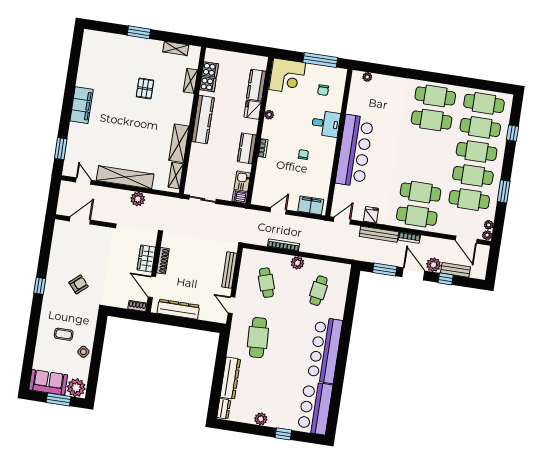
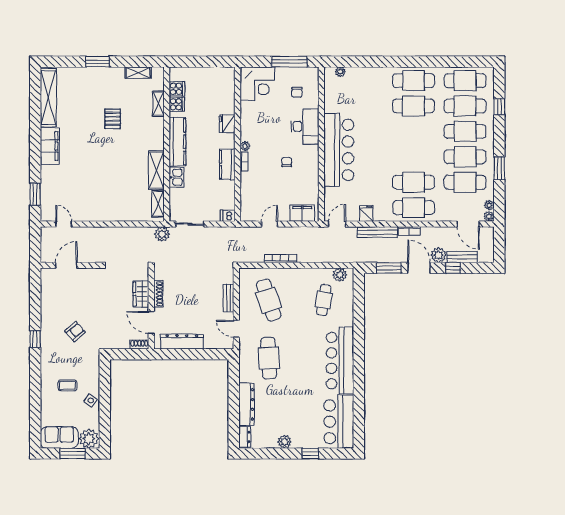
kitchen counter: (256, 85) -> (227, 98), removed
plant: (269, 115) -> (245, 146), moved
desk: (326, 124) -> (305, 126), width x1.37
shelving: (125, 177) -> (48, 98), moved, turned 90
kitchen sink: (242, 181) -> (176, 177), moved, turned 180
plant: (138, 199) -> (162, 234), moved
plant: (297, 263) -> (340, 275), moved
bench: (229, 270) -> (228, 298), width x0.73
cafe table: (266, 283) -> (269, 300), width x1.37, depth x1.35

